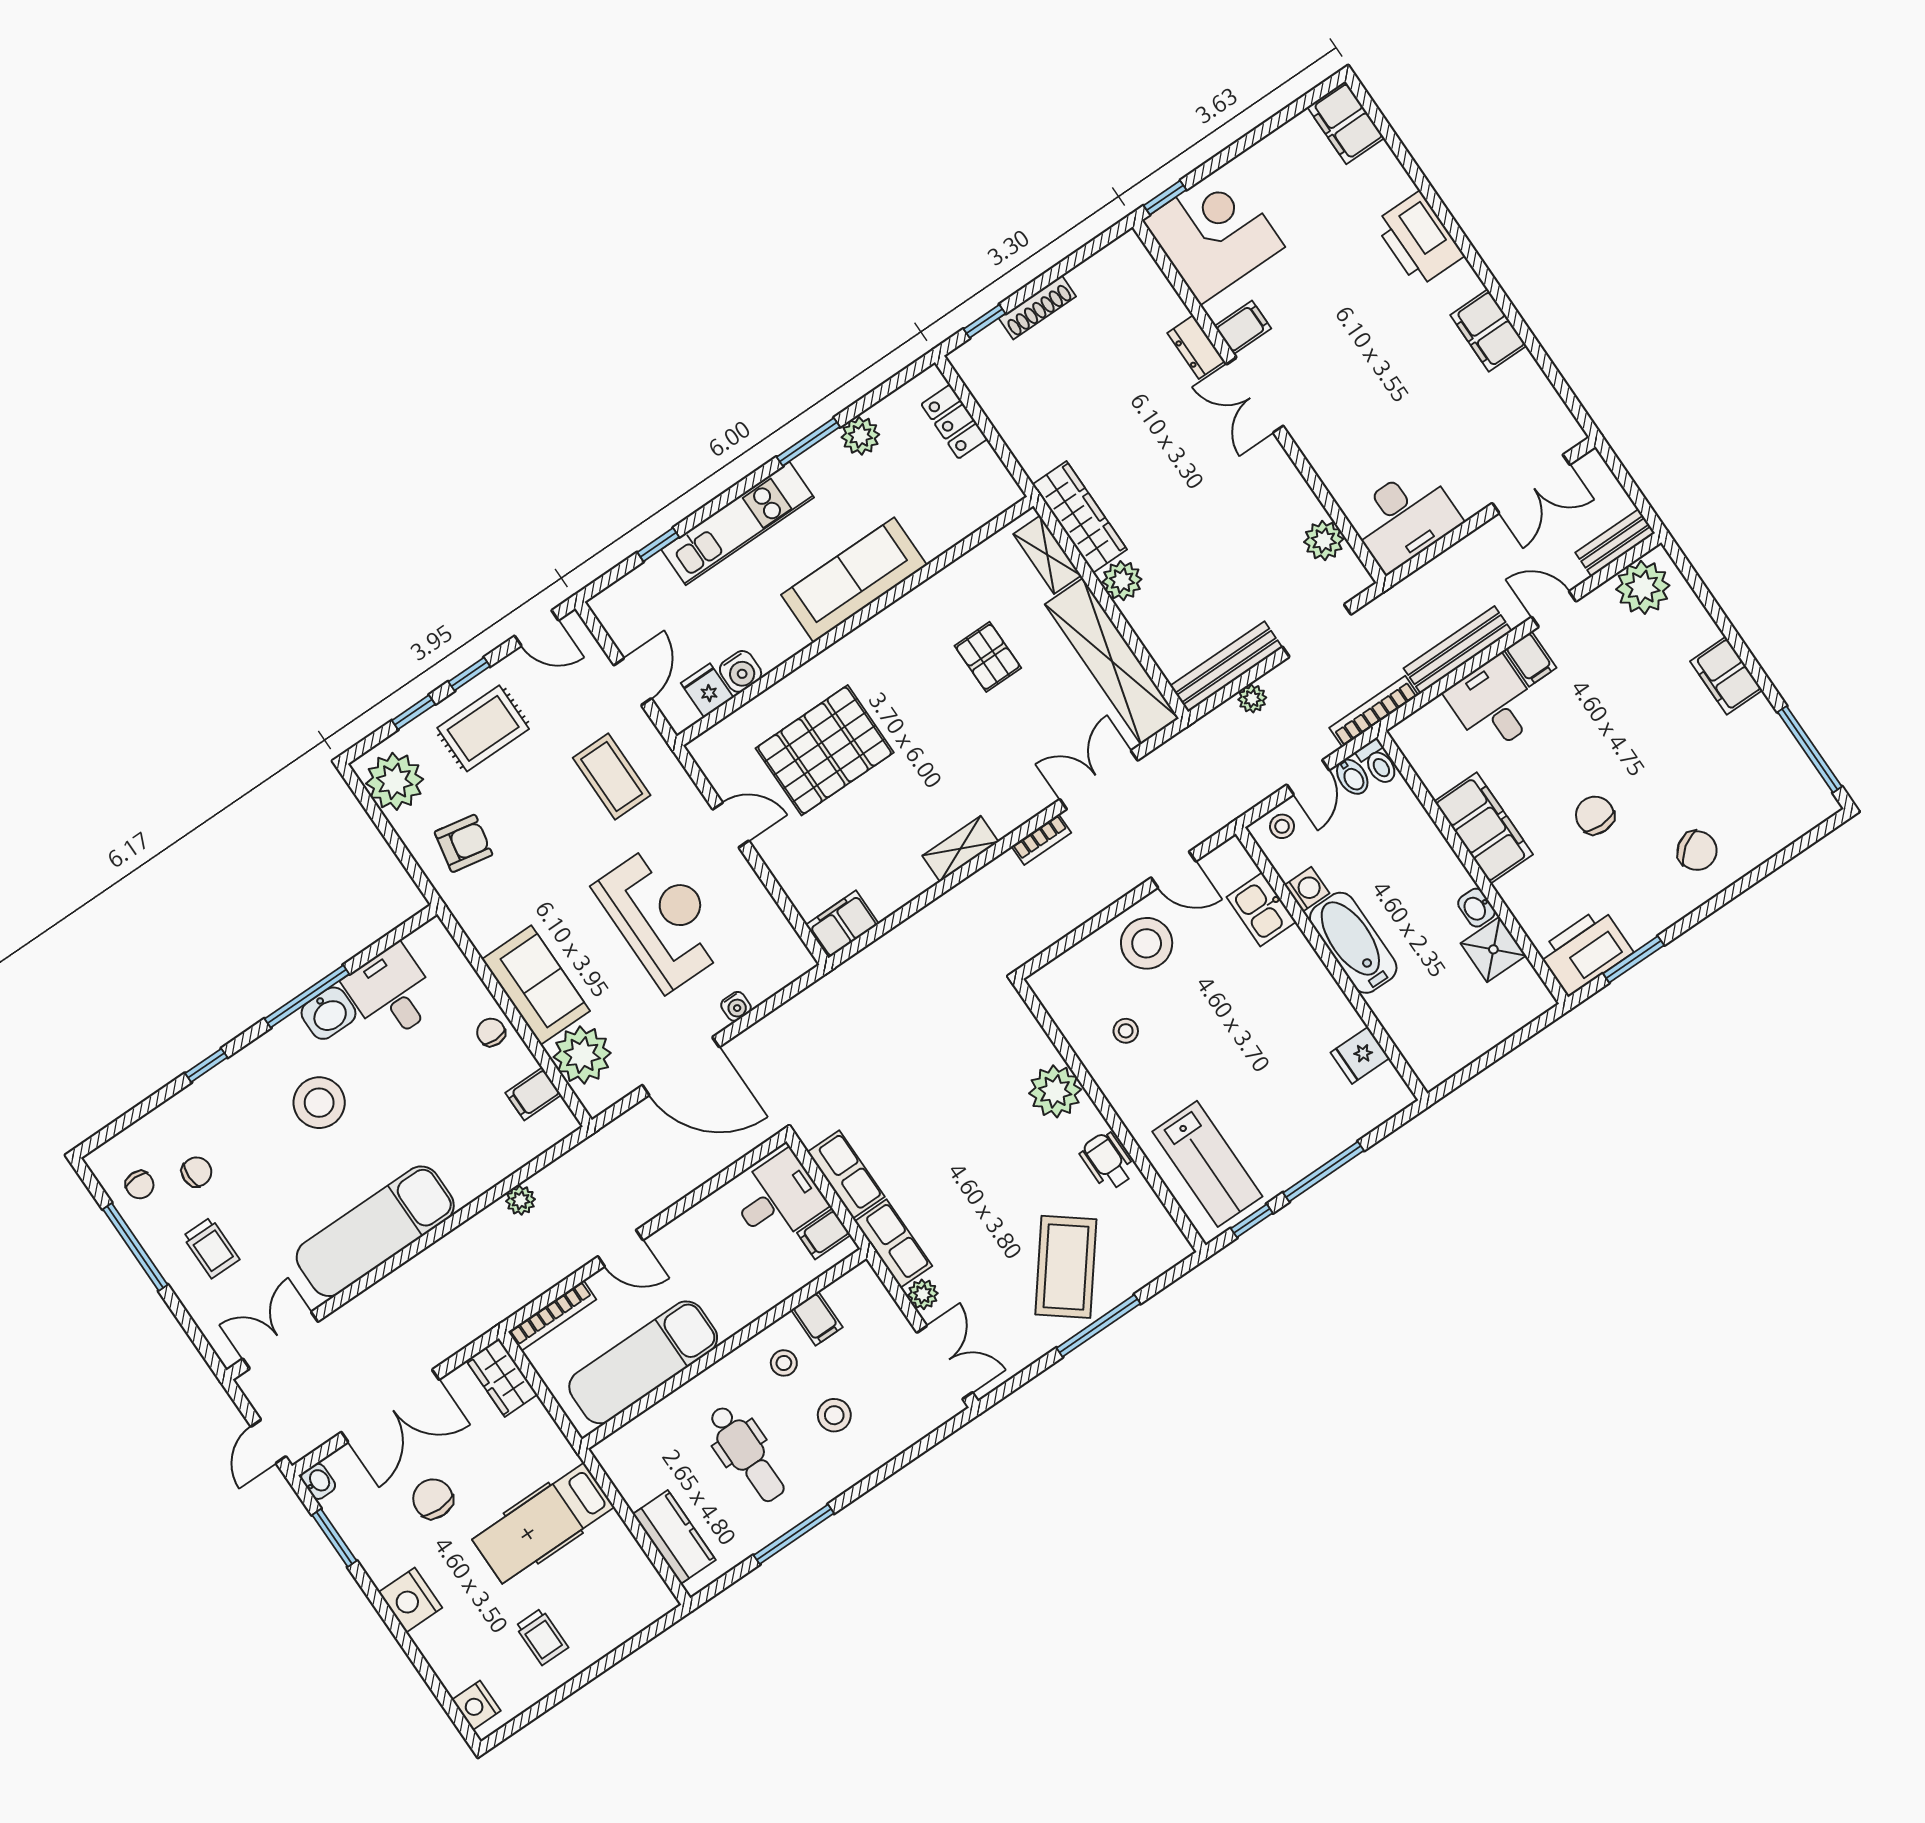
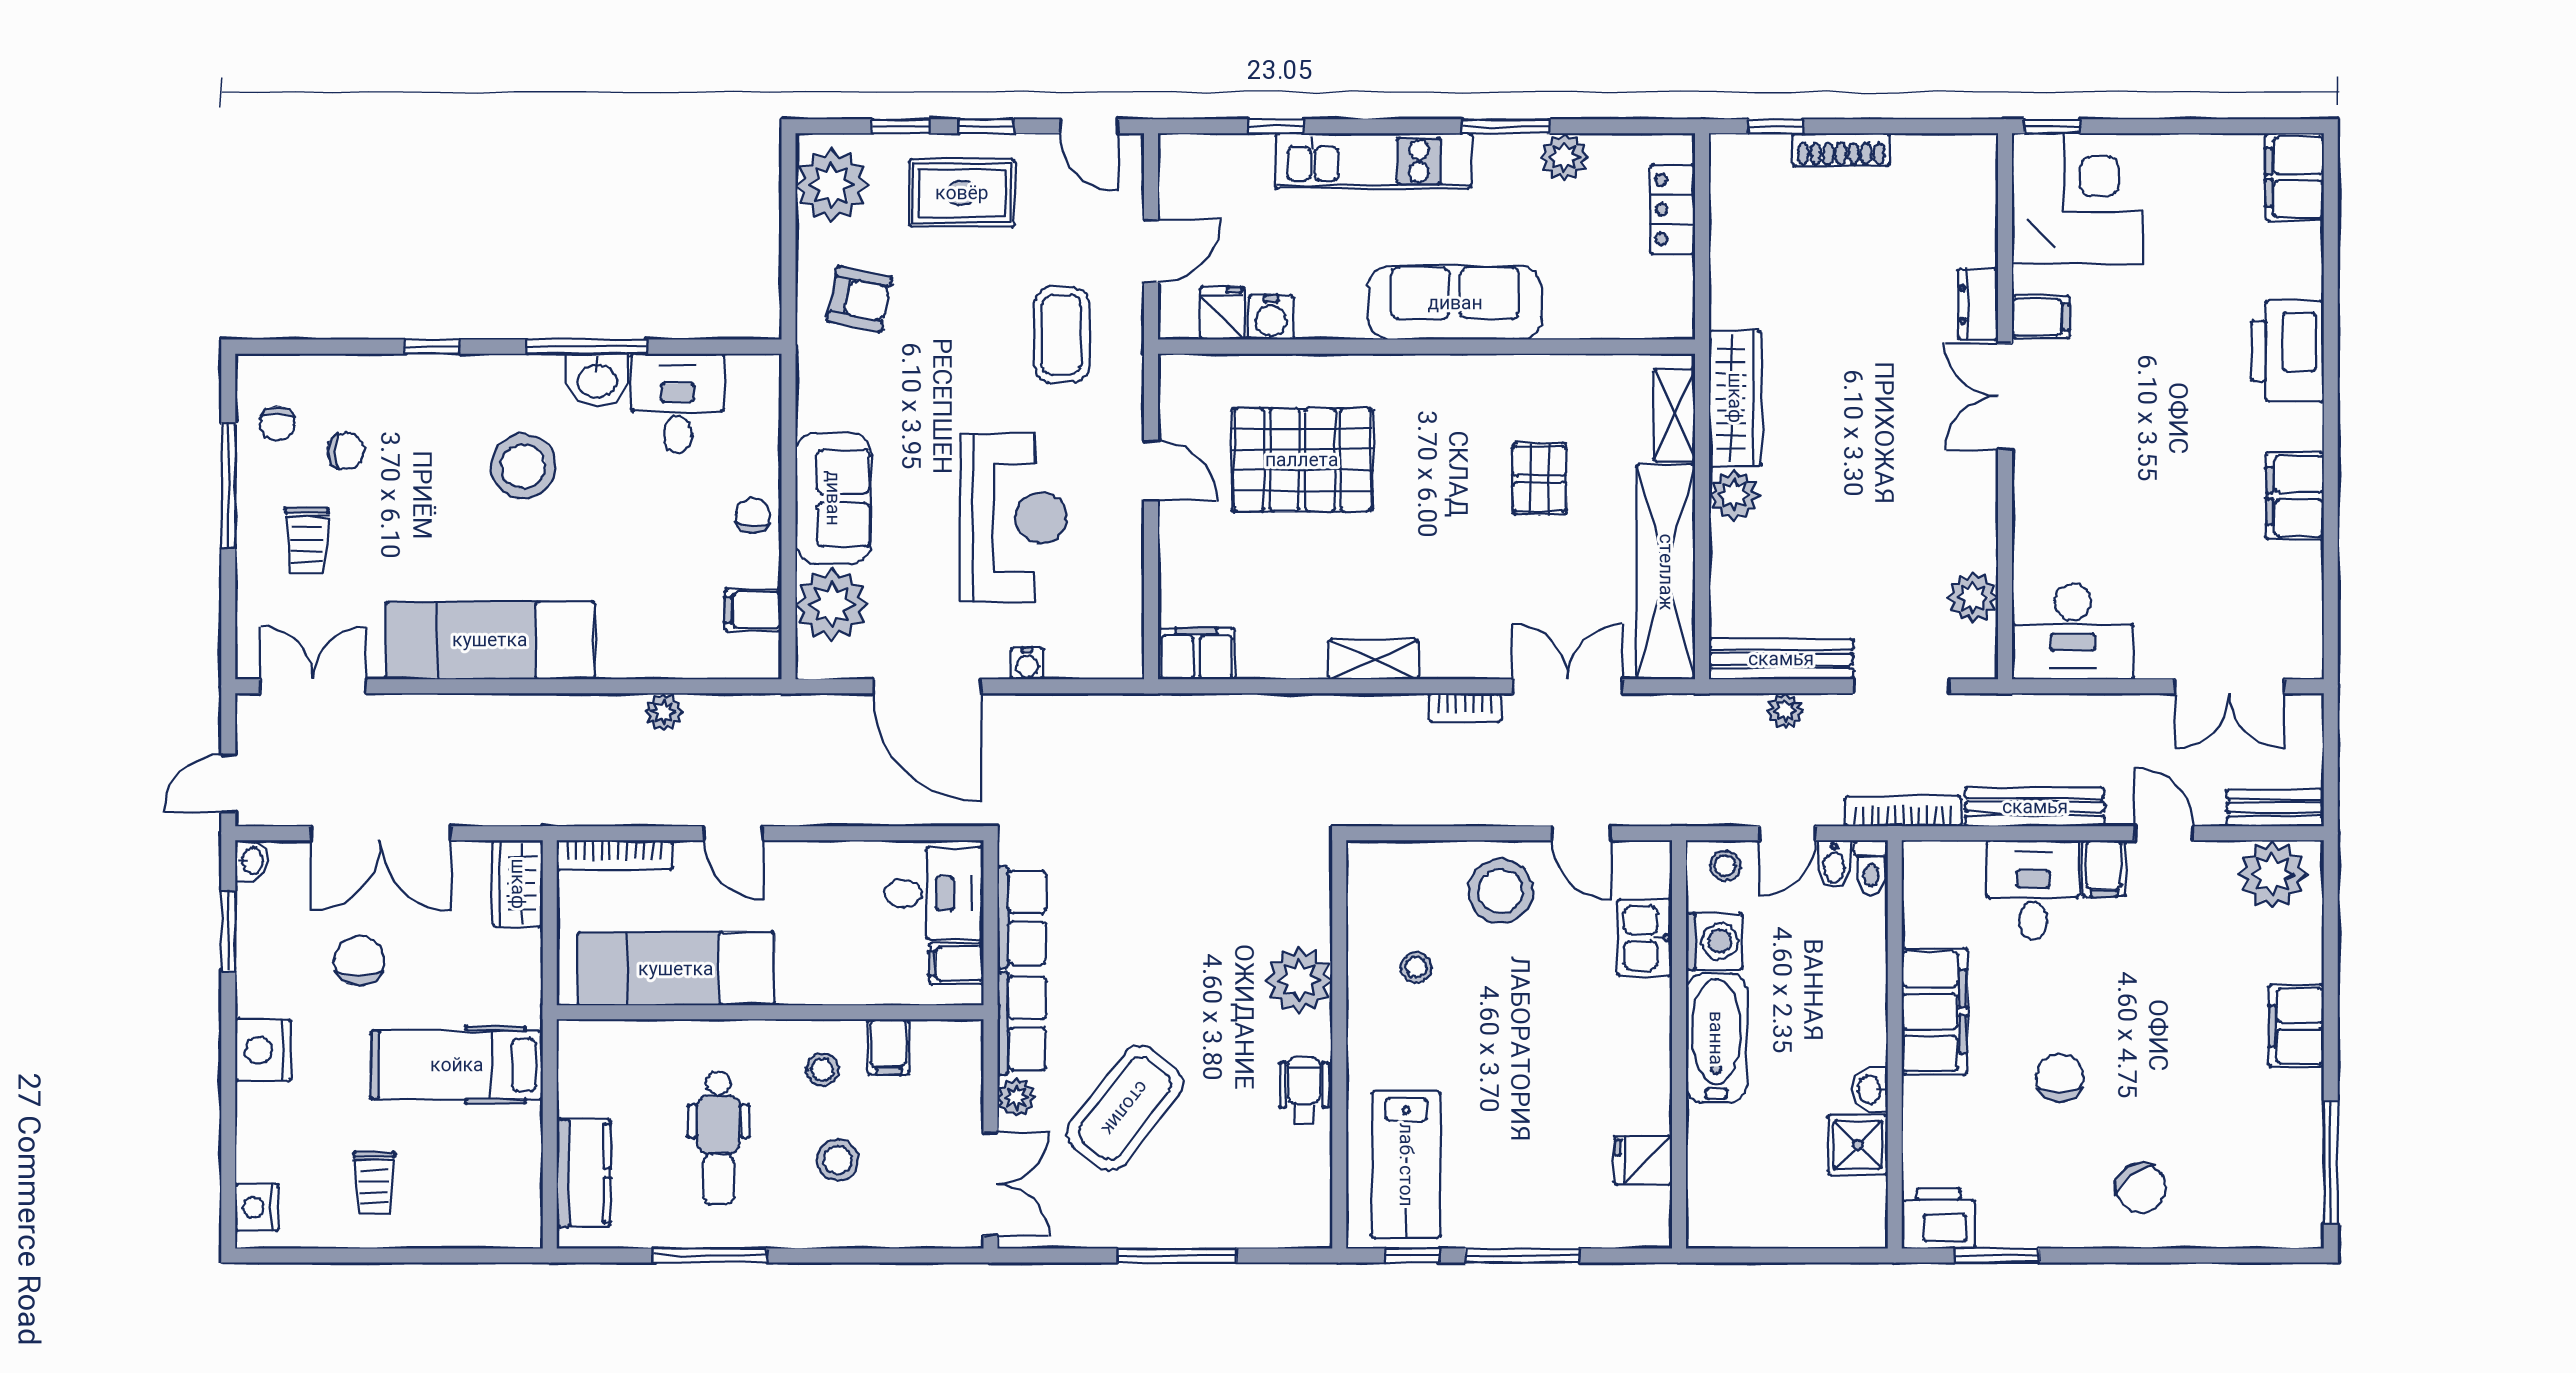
washing machine: (1307, 889) -> (1714, 941), width x1.38, depth x1.38
printer: (1585, 951) -> (1938, 1218), width x0.73, depth x0.84
coffee table: (1066, 1267) -> (1125, 1108), moved

